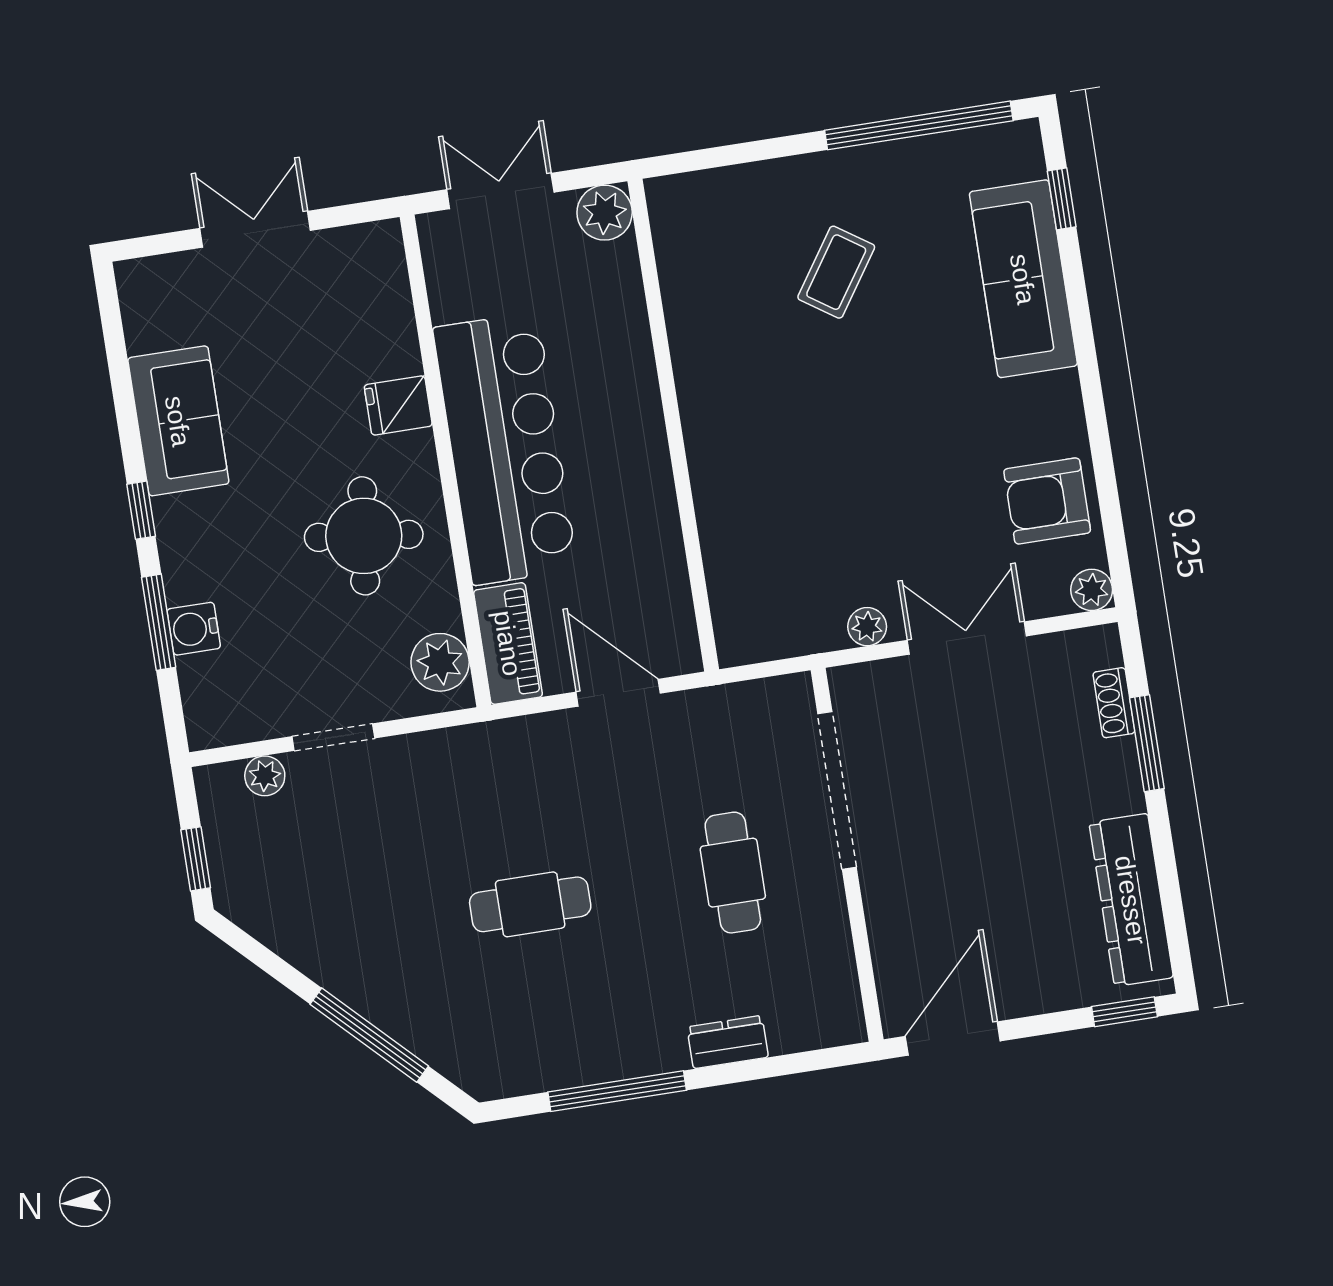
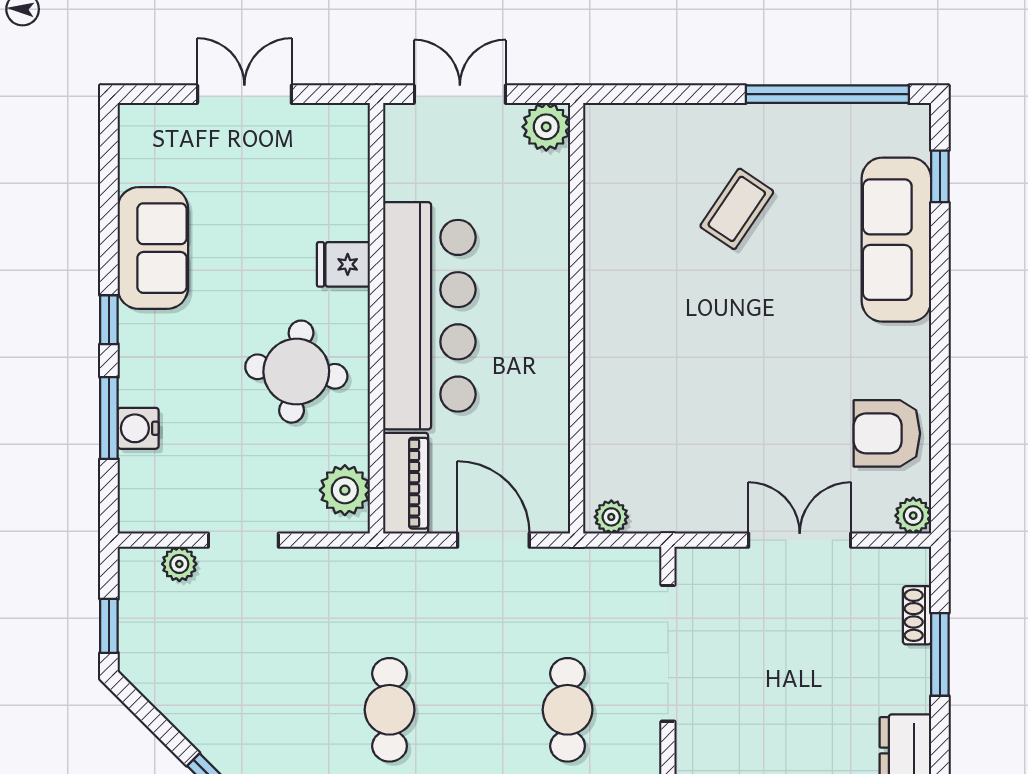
plant: (867, 627) -> (611, 517), moved
cafe table: (530, 904) -> (390, 710), turned 90

